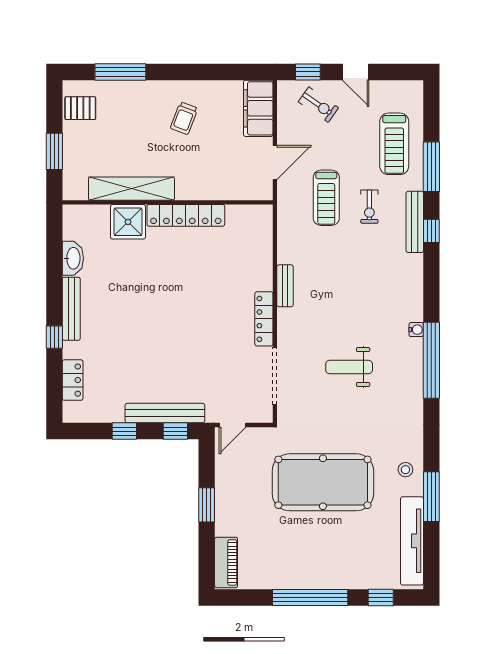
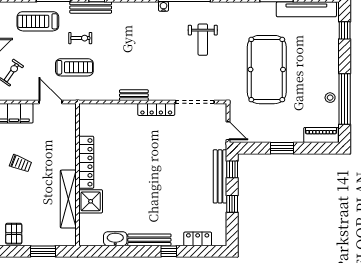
treadmill: (394, 144) -> (38, 21), turned 180
weight bench: (349, 367) -> (203, 40), moved
stool: (405, 470) -> (330, 98), moved
window: (310, 597) -> (345, 99), moved

